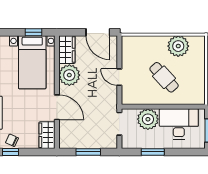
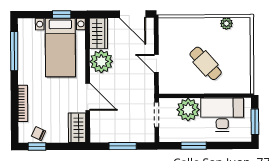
plant: (178, 46) -> (226, 23), width x0.53, depth x0.53

